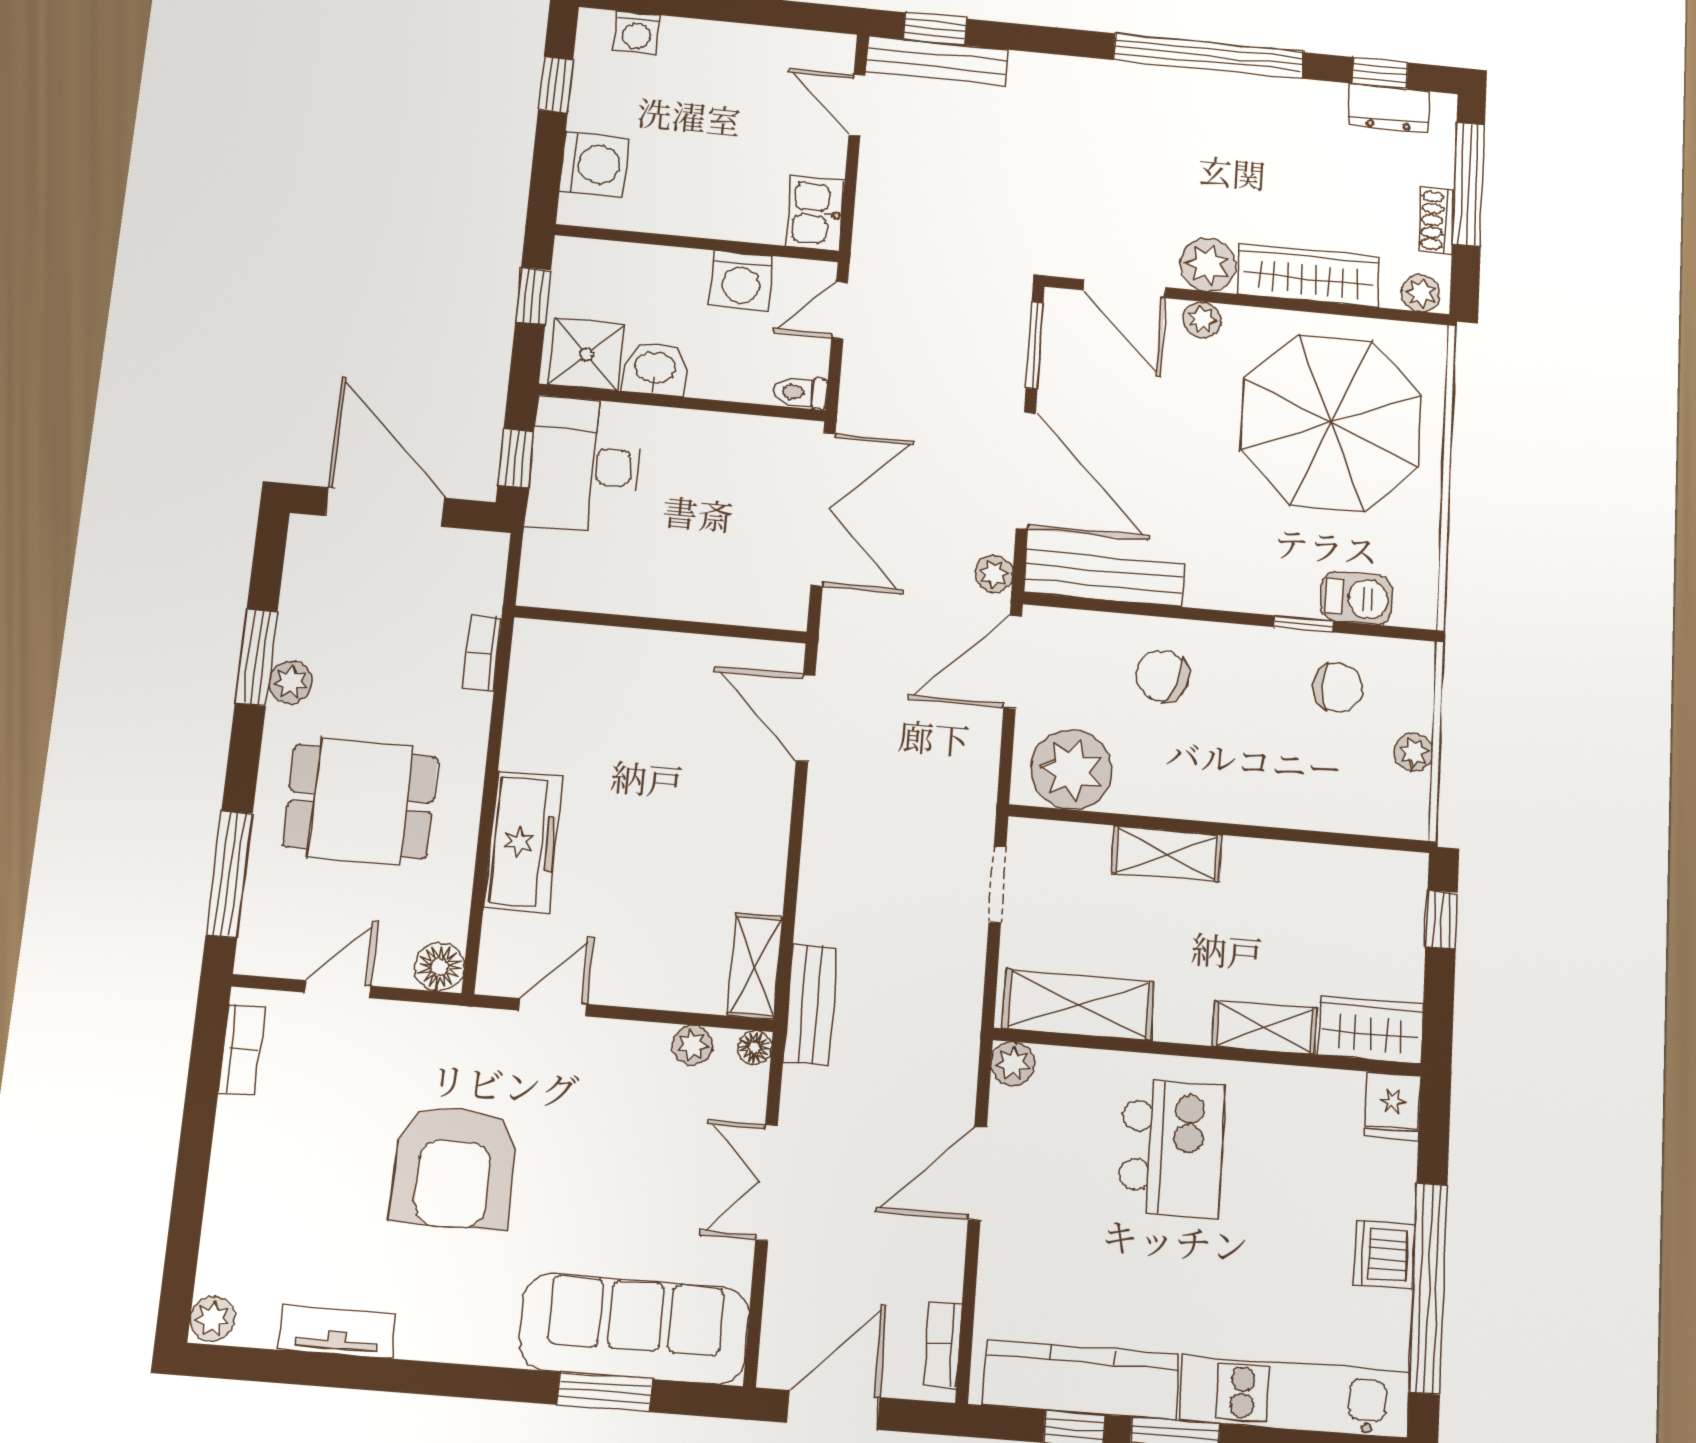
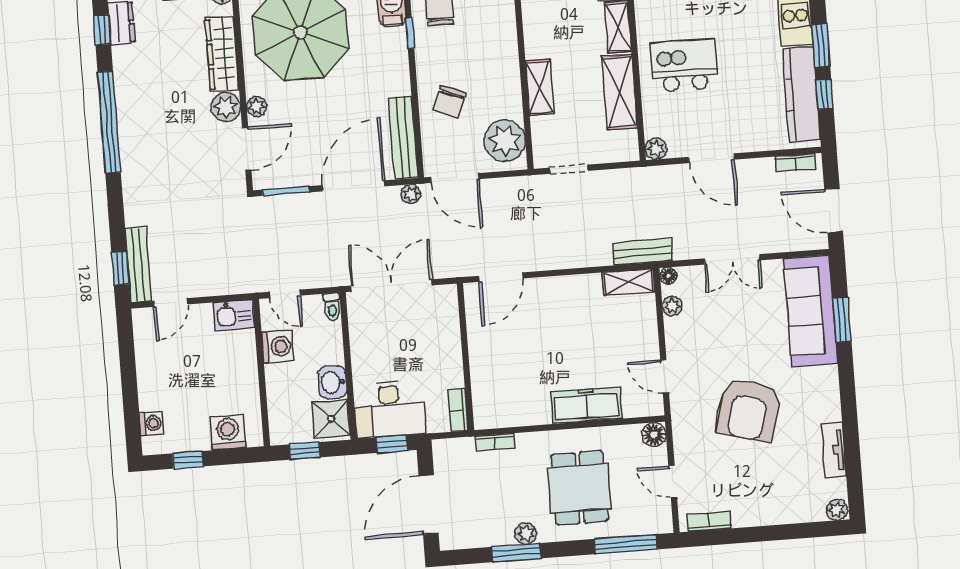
bookcase: (559, 593) -> (458, 410), added
shelving: (1079, 1005) -> (620, 92), moved
armchair: (454, 1167) -> (749, 410), turned 105

